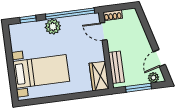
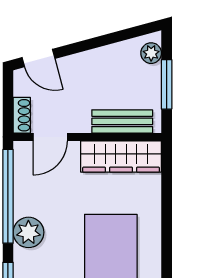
door: (159, 58) -> (38, 58), moved
wardrobe: (99, 76) -> (121, 156), width x1.50

